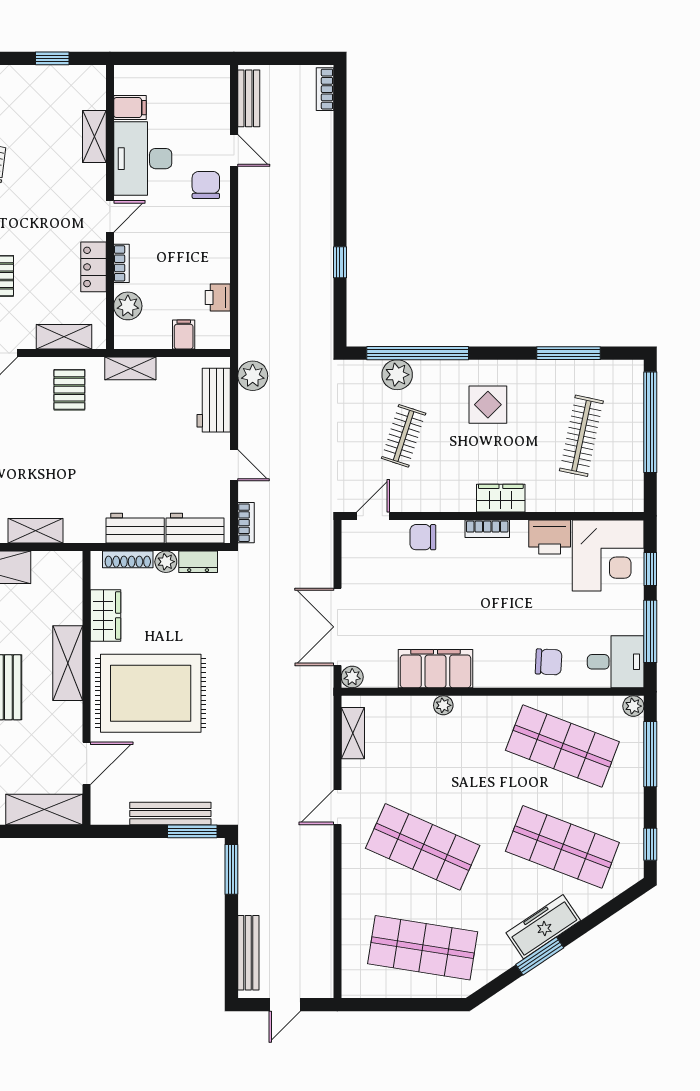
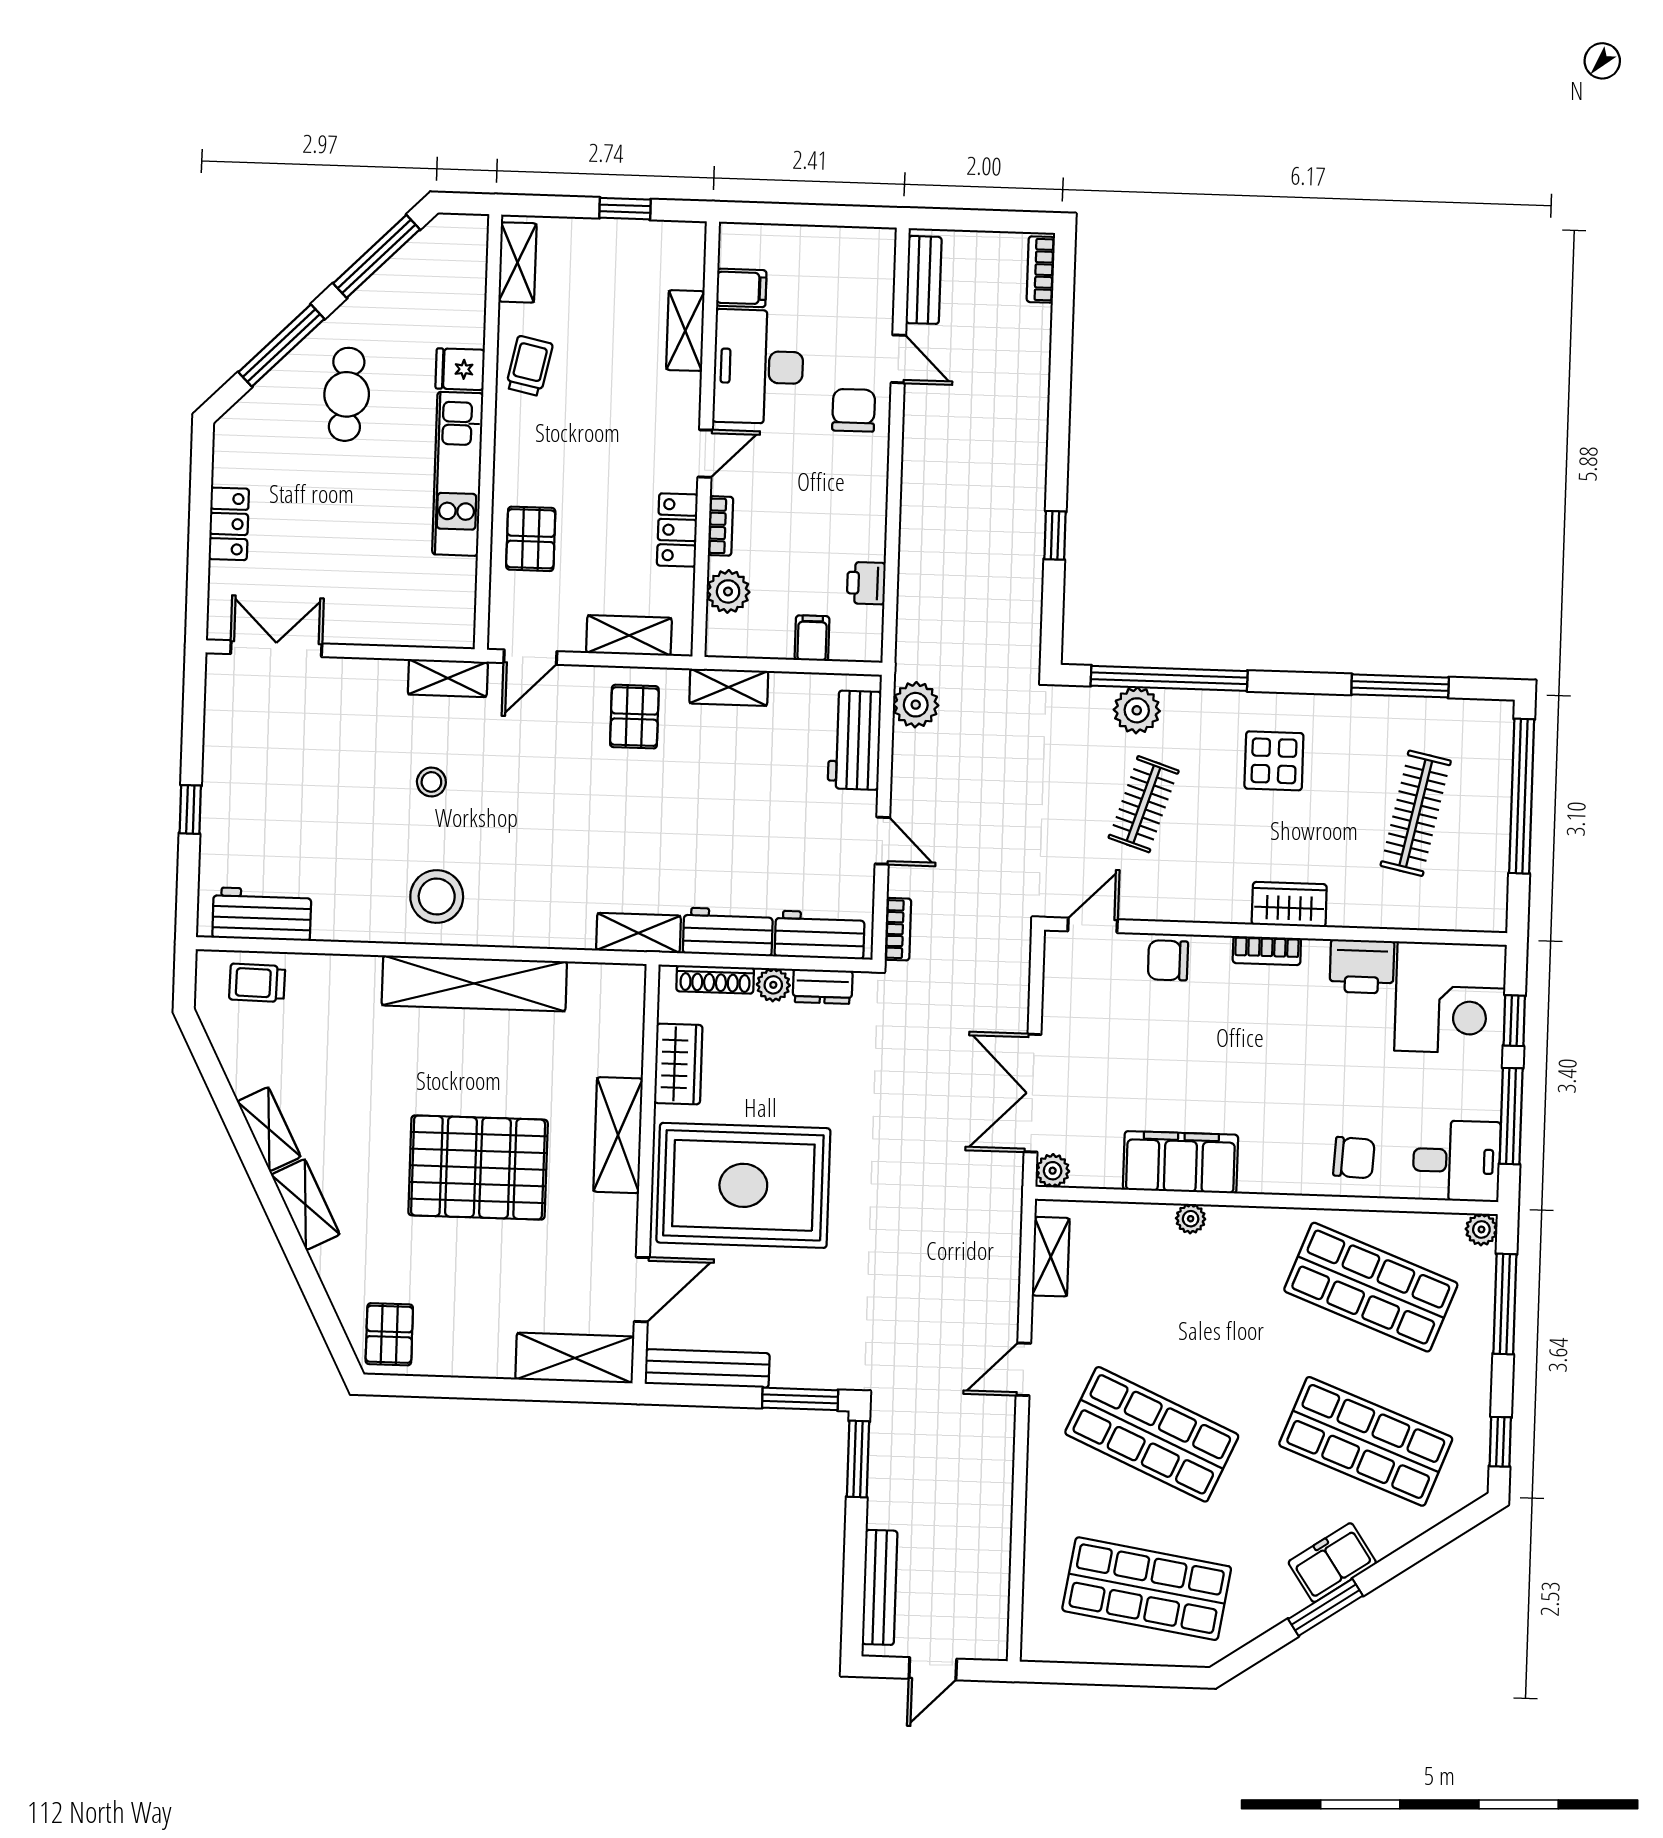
shelving: (36, 531) -> (638, 933), moved
bench: (170, 814) -> (707, 1369), moved
freezer: (543, 927) -> (1332, 1563), width x0.71

